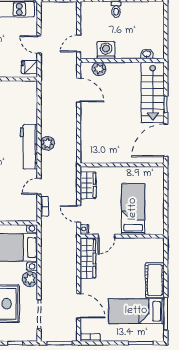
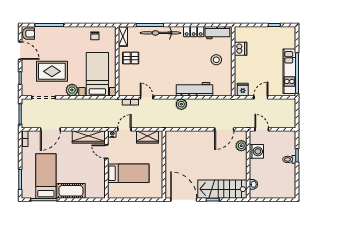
workbench: (29, 147) -> (194, 89), moved

